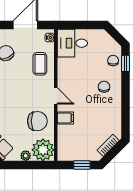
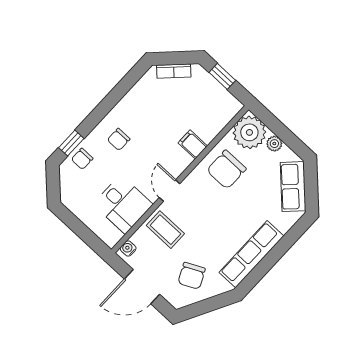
desk: (72, 43) -> (123, 204), moved
coffee table: (40, 64) -> (165, 230), turned 90
door: (56, 96) -> (170, 191), moved
chair: (37, 121) -> (226, 170), turned -90

